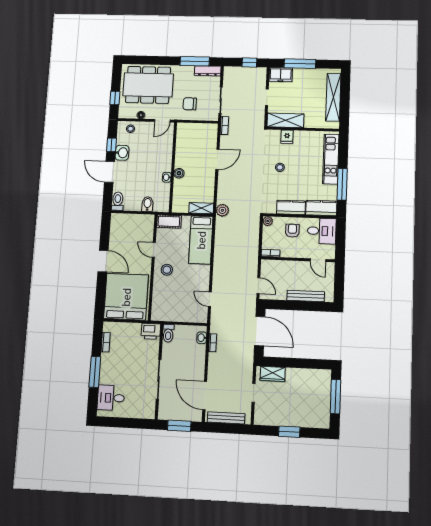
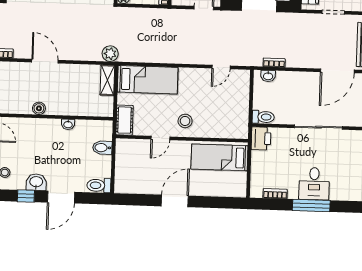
boiler: (179, 173) -> (39, 108), moved
bed: (126, 297) -> (219, 157), width x0.49
desk: (111, 398) -> (314, 184), moved

